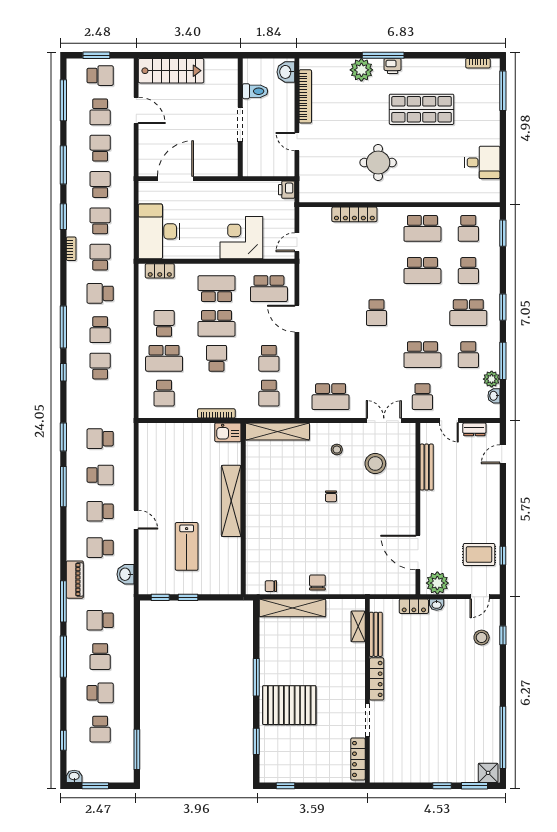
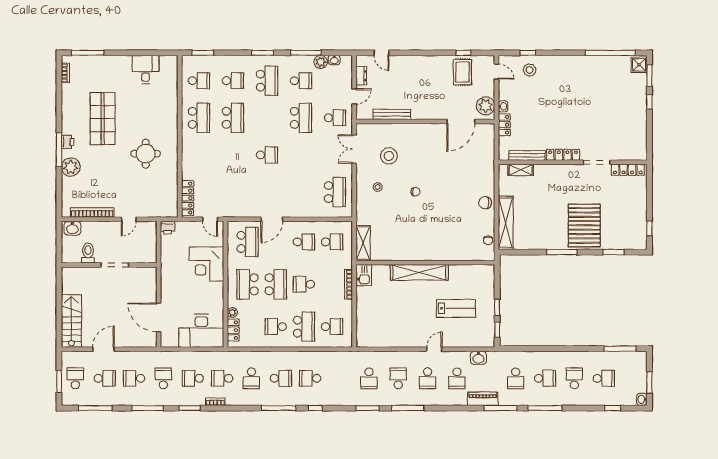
school desk: (100, 184) -> (163, 378), turned 90
locker: (354, 214) -> (188, 198), moved
plant: (182, 270) -> (232, 313), added
shelving: (277, 431) -> (363, 243), width x0.68

